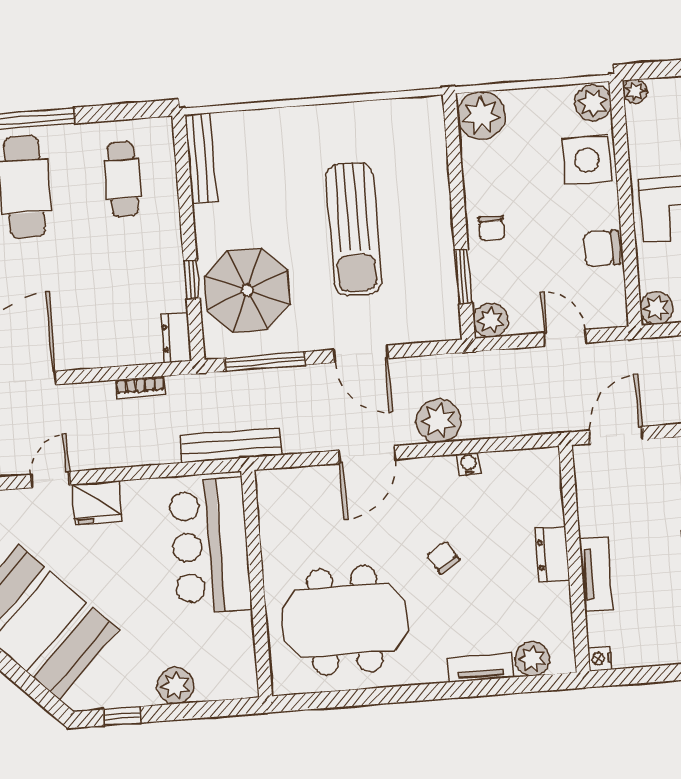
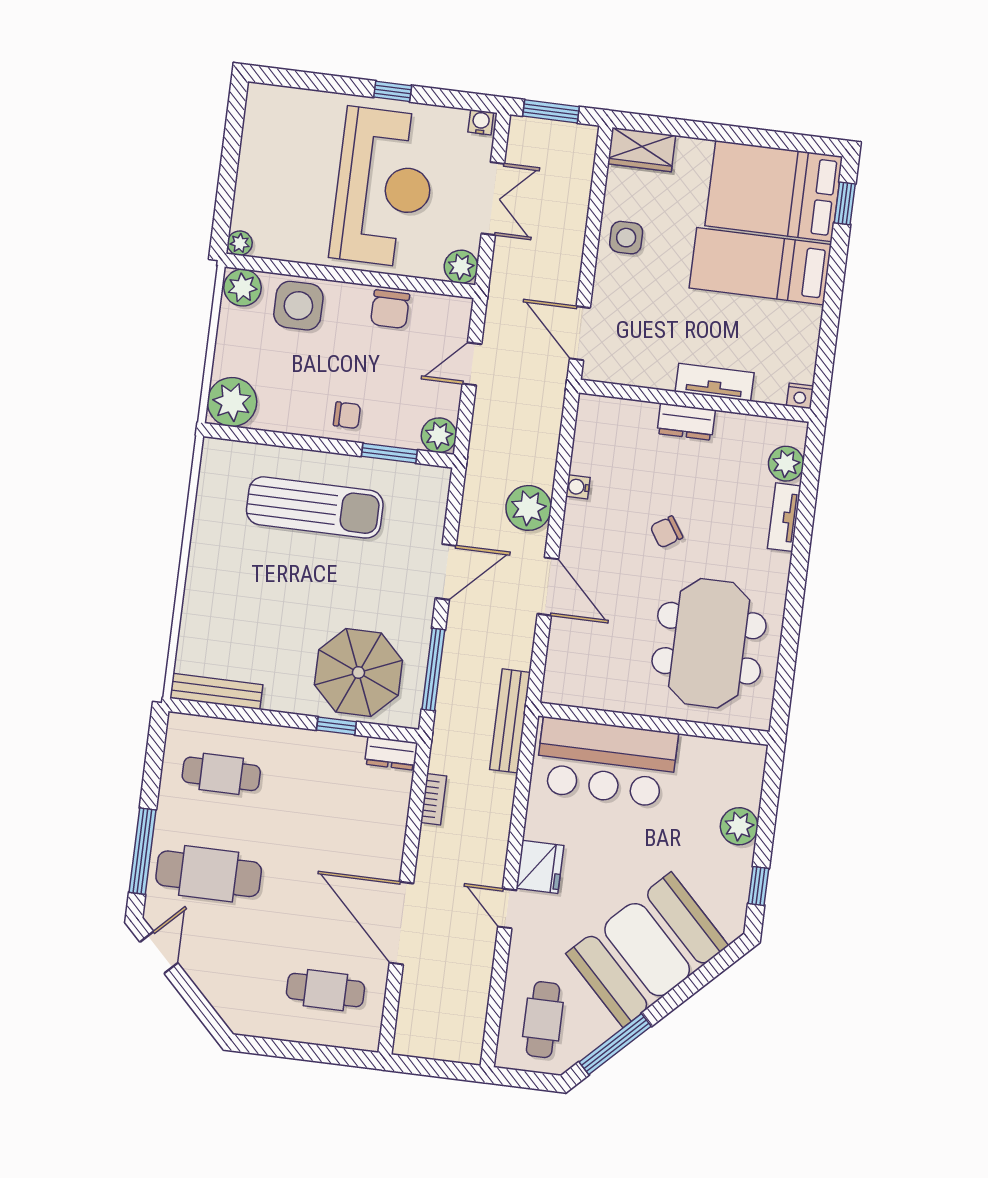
sun lounger: (354, 229) -> (315, 507), moved

